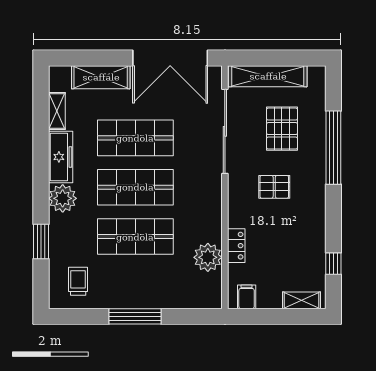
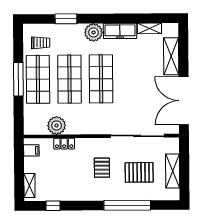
shelving: (268, 76) -> (173, 171), width x0.68
shop shelf: (135, 138) -> (38, 79), moved

